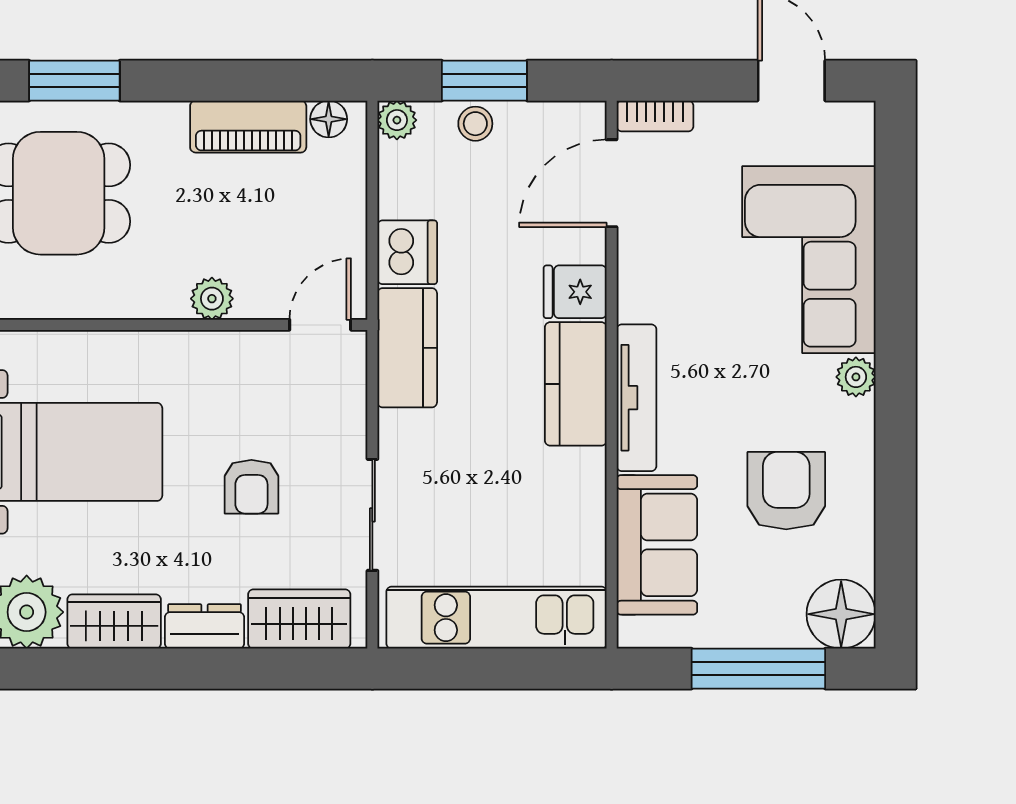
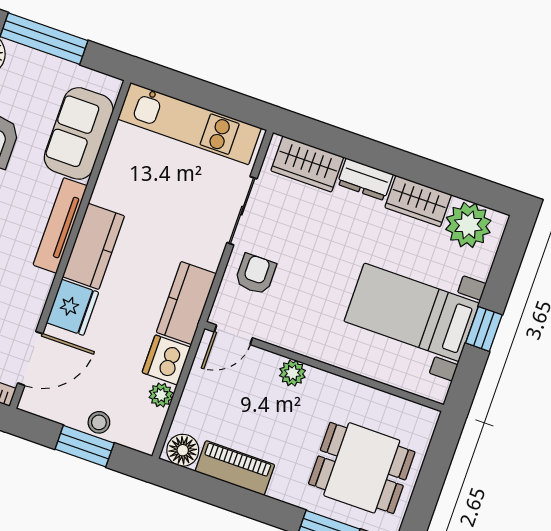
floor lamp: (329, 119) -> (183, 450), width x1.37, depth x1.37
plant: (397, 120) -> (161, 395), moved
fridge: (575, 292) -> (72, 307), width x1.38
armchair: (251, 487) -> (255, 274), moved

